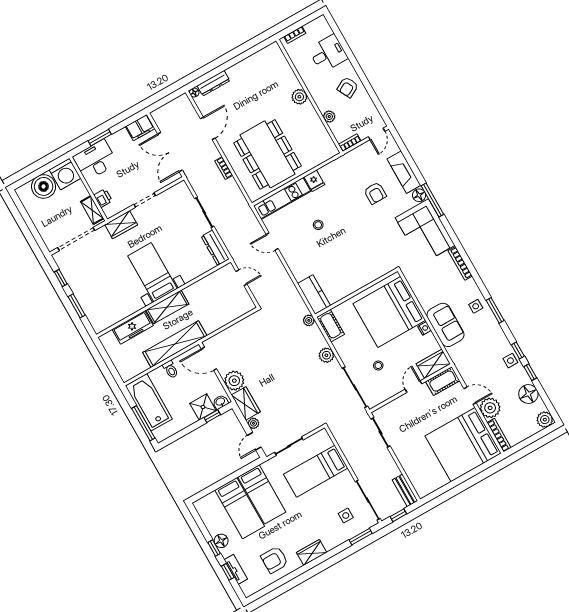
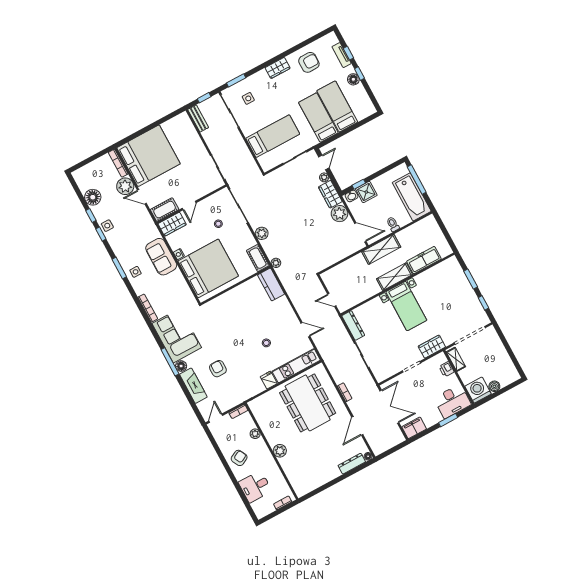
boiler: (44, 186) -> (494, 386), width x0.54, depth x0.54
shelving: (175, 344) -> (381, 249), width x0.68
plant: (545, 420) -> (79, 175), removed

